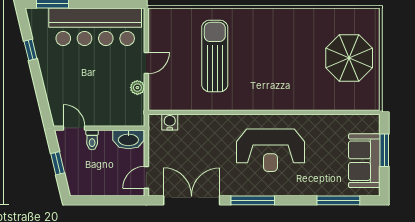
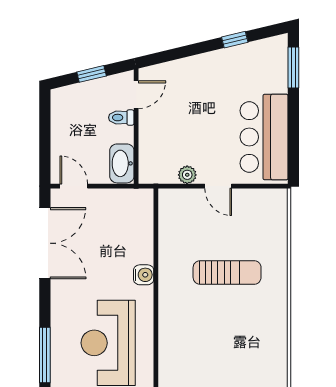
bar counter: (95, 27) -> (264, 137), width x0.73
sun lounger: (215, 56) -> (227, 272), width x0.73, depth x0.75
water cooler: (170, 122) -> (144, 275), moved
window: (253, 200) -> (45, 355), moved

